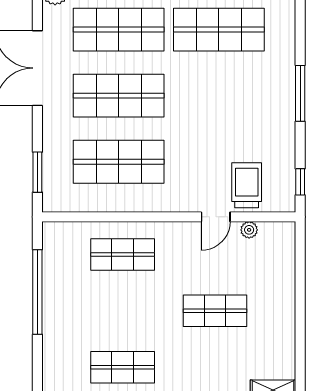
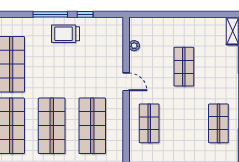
window: (300, 182) -> (85, 14), moved
trolley: (247, 185) -> (66, 34), moved
door: (216, 217) -> (126, 82), moved

